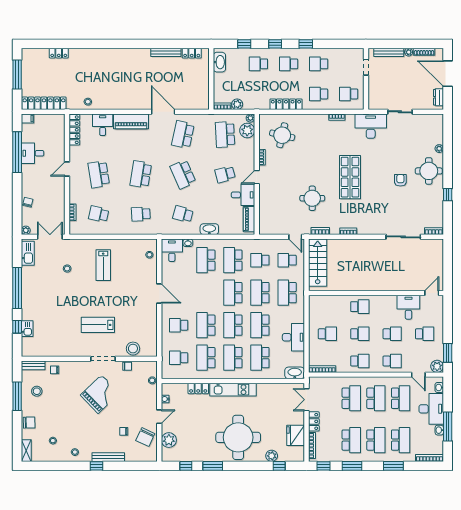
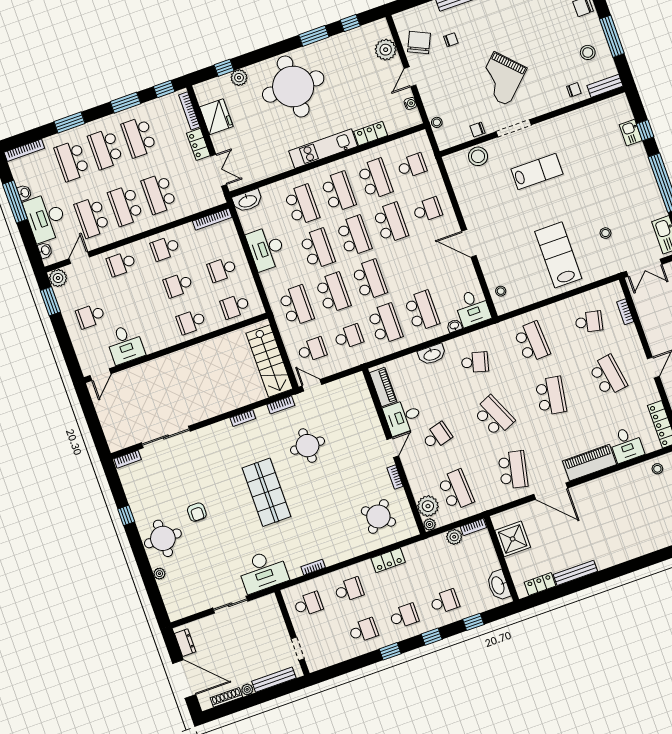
shower: (199, 89) -> (513, 539), added
locker: (286, 104) -> (388, 560), width x0.66
round table: (282, 135) -> (378, 516), turned 30
school desk: (141, 214) -> (532, 342), width x1.85
lab bench: (103, 265) -> (558, 255), width x1.36, depth x1.39
school desk: (392, 334) -> (235, 306), moved
door: (418, 375) -> (79, 258), hinge flipped

